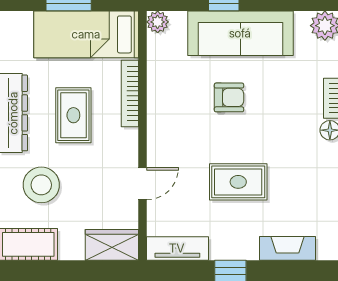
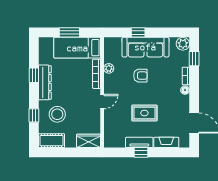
plant: (158, 22) -> (109, 68), moved
rug: (73, 115) -> (71, 83), removed
door: (143, 184) -> (102, 102), moved
tv unit: (177, 248) -> (139, 142), moved

